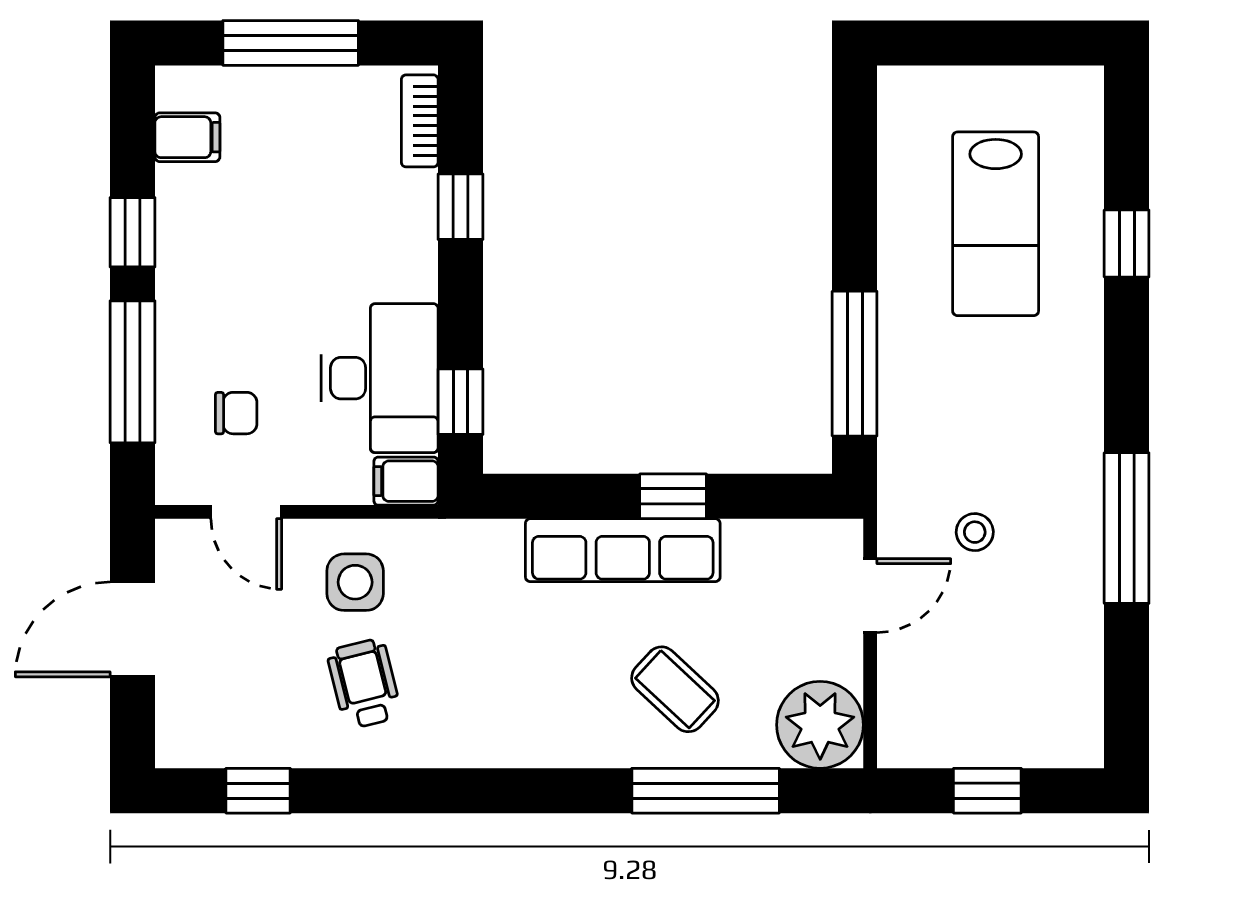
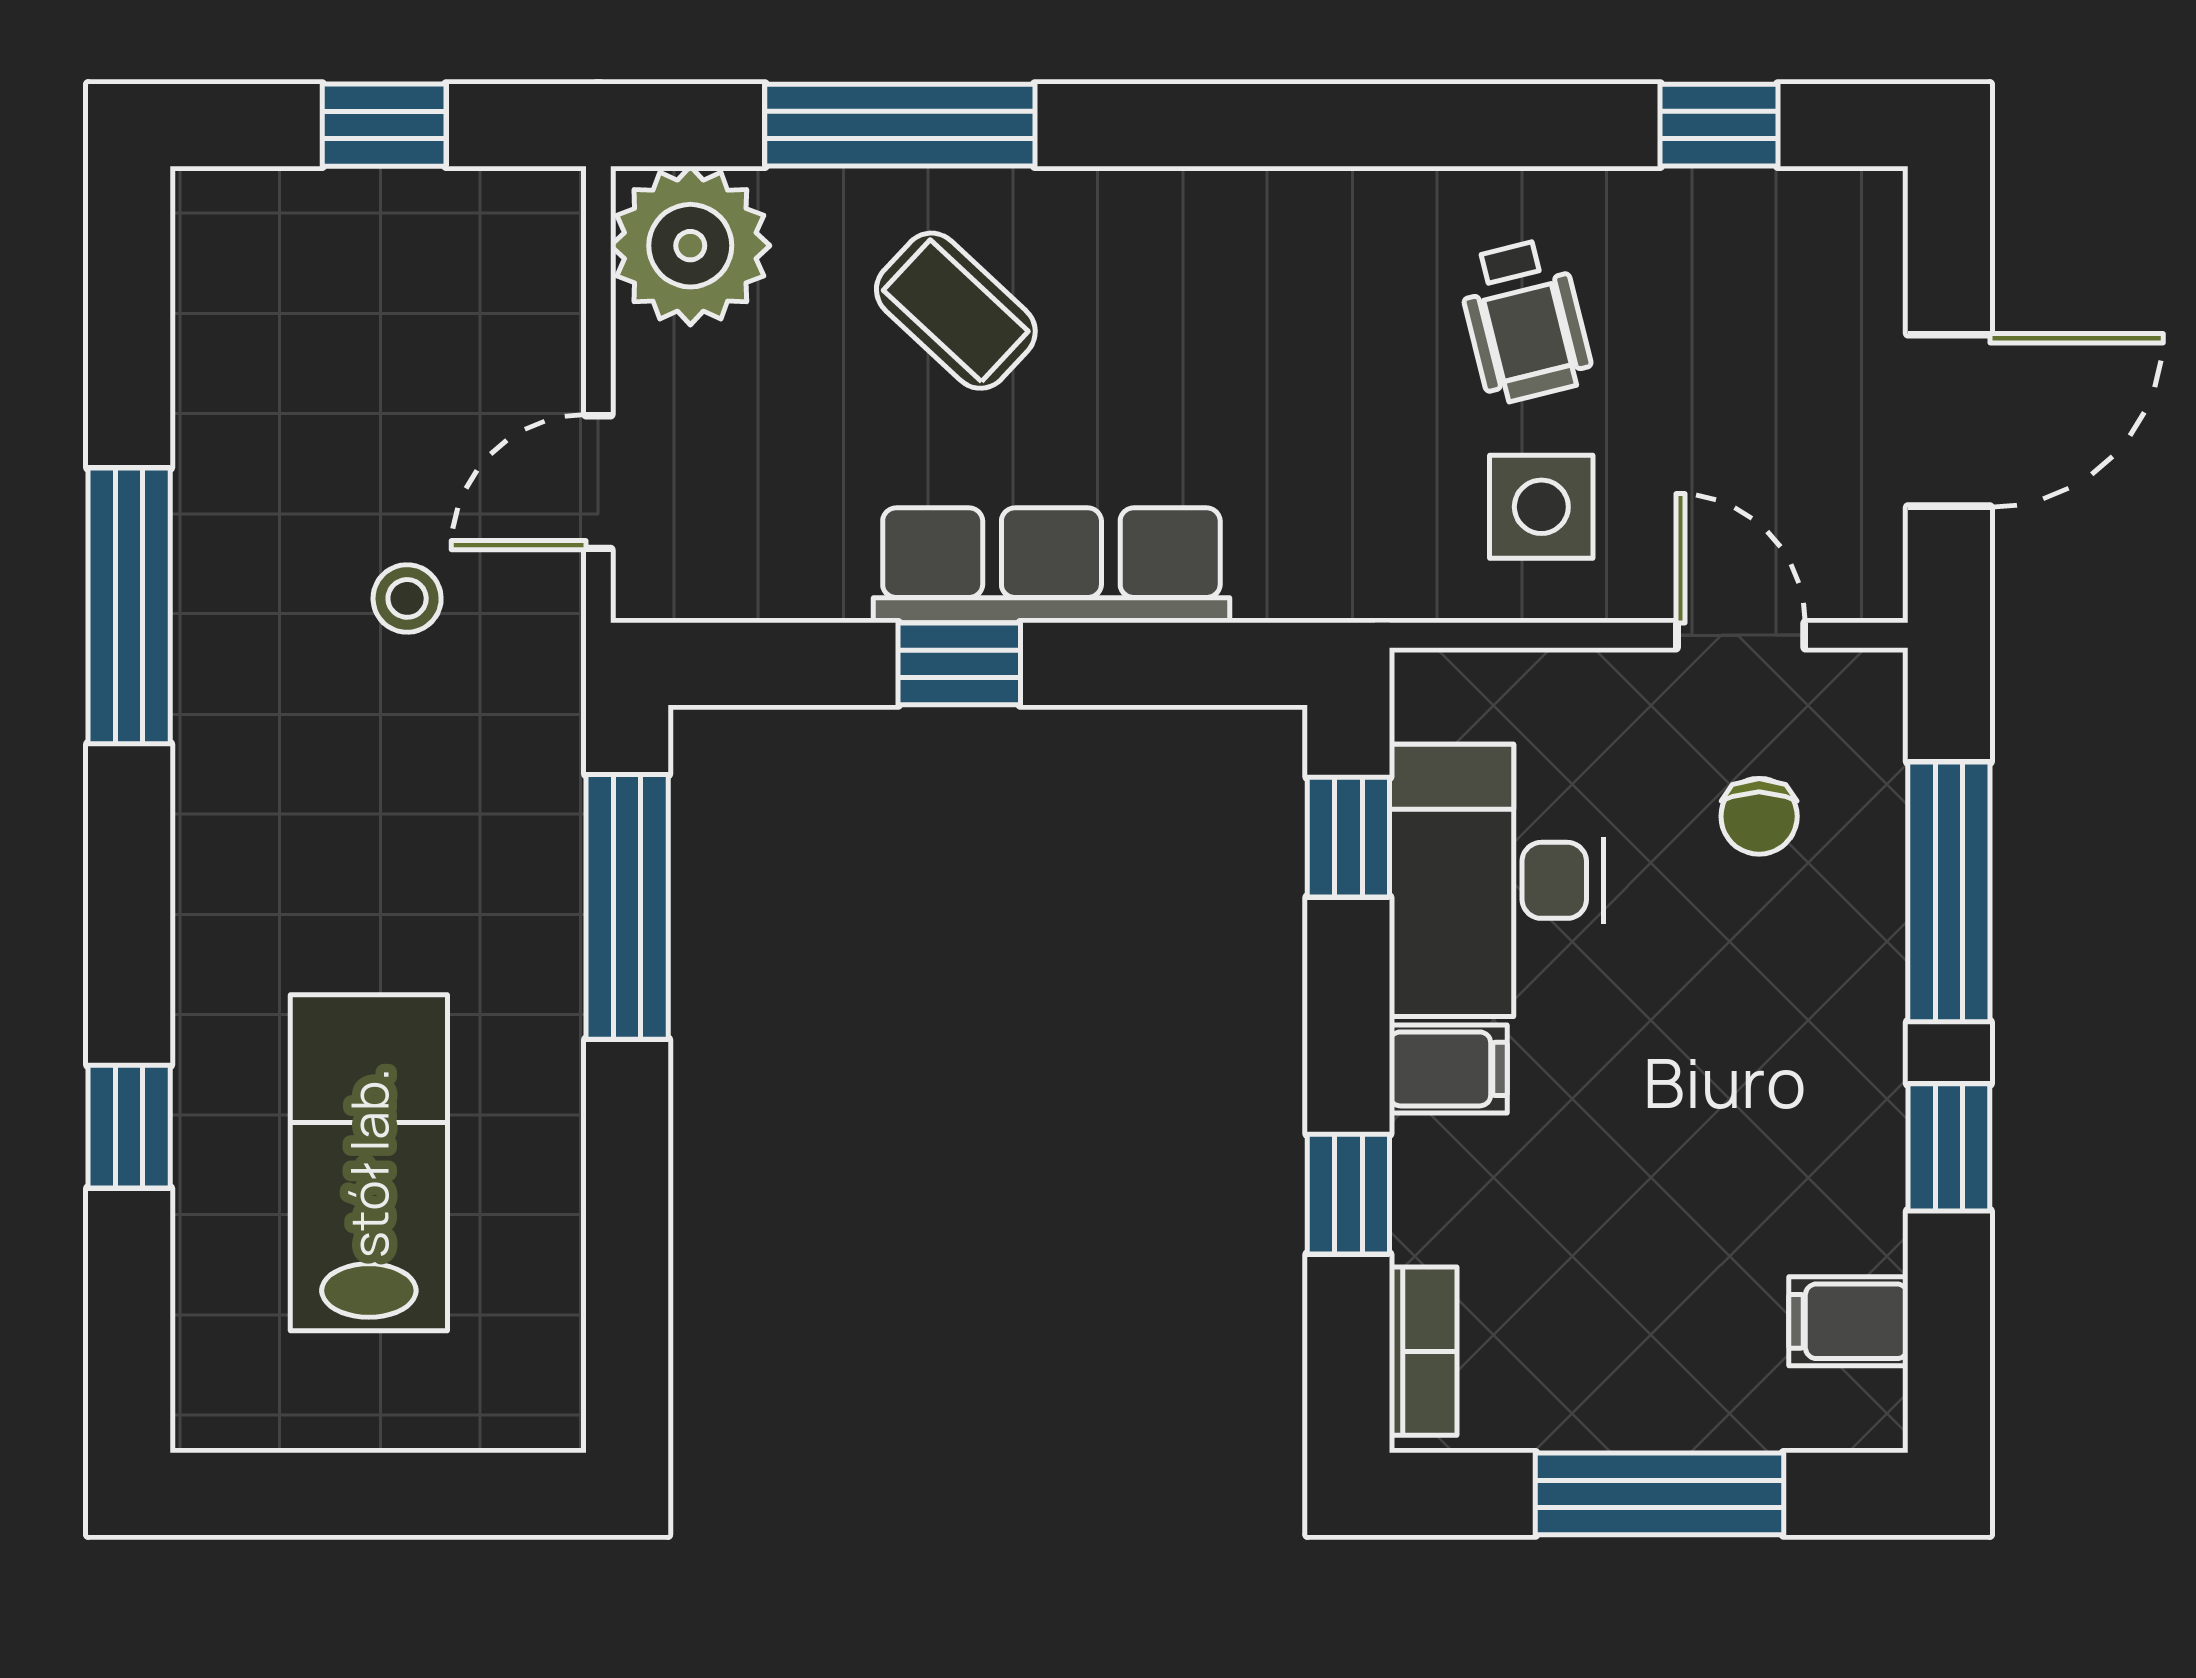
chair: (236, 413) -> (1759, 816), turned -90
filing cabinet: (406, 481) -> (1448, 1069), moved

